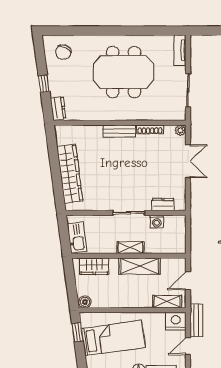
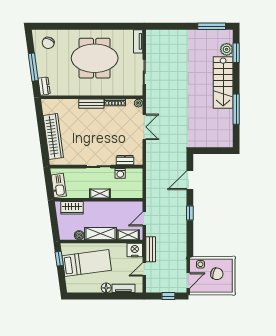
window: (44, 84) -> (33, 67), width x2.17
shelving: (140, 266) -> (100, 234), moved
boiler: (85, 302) -> (79, 235), moved

